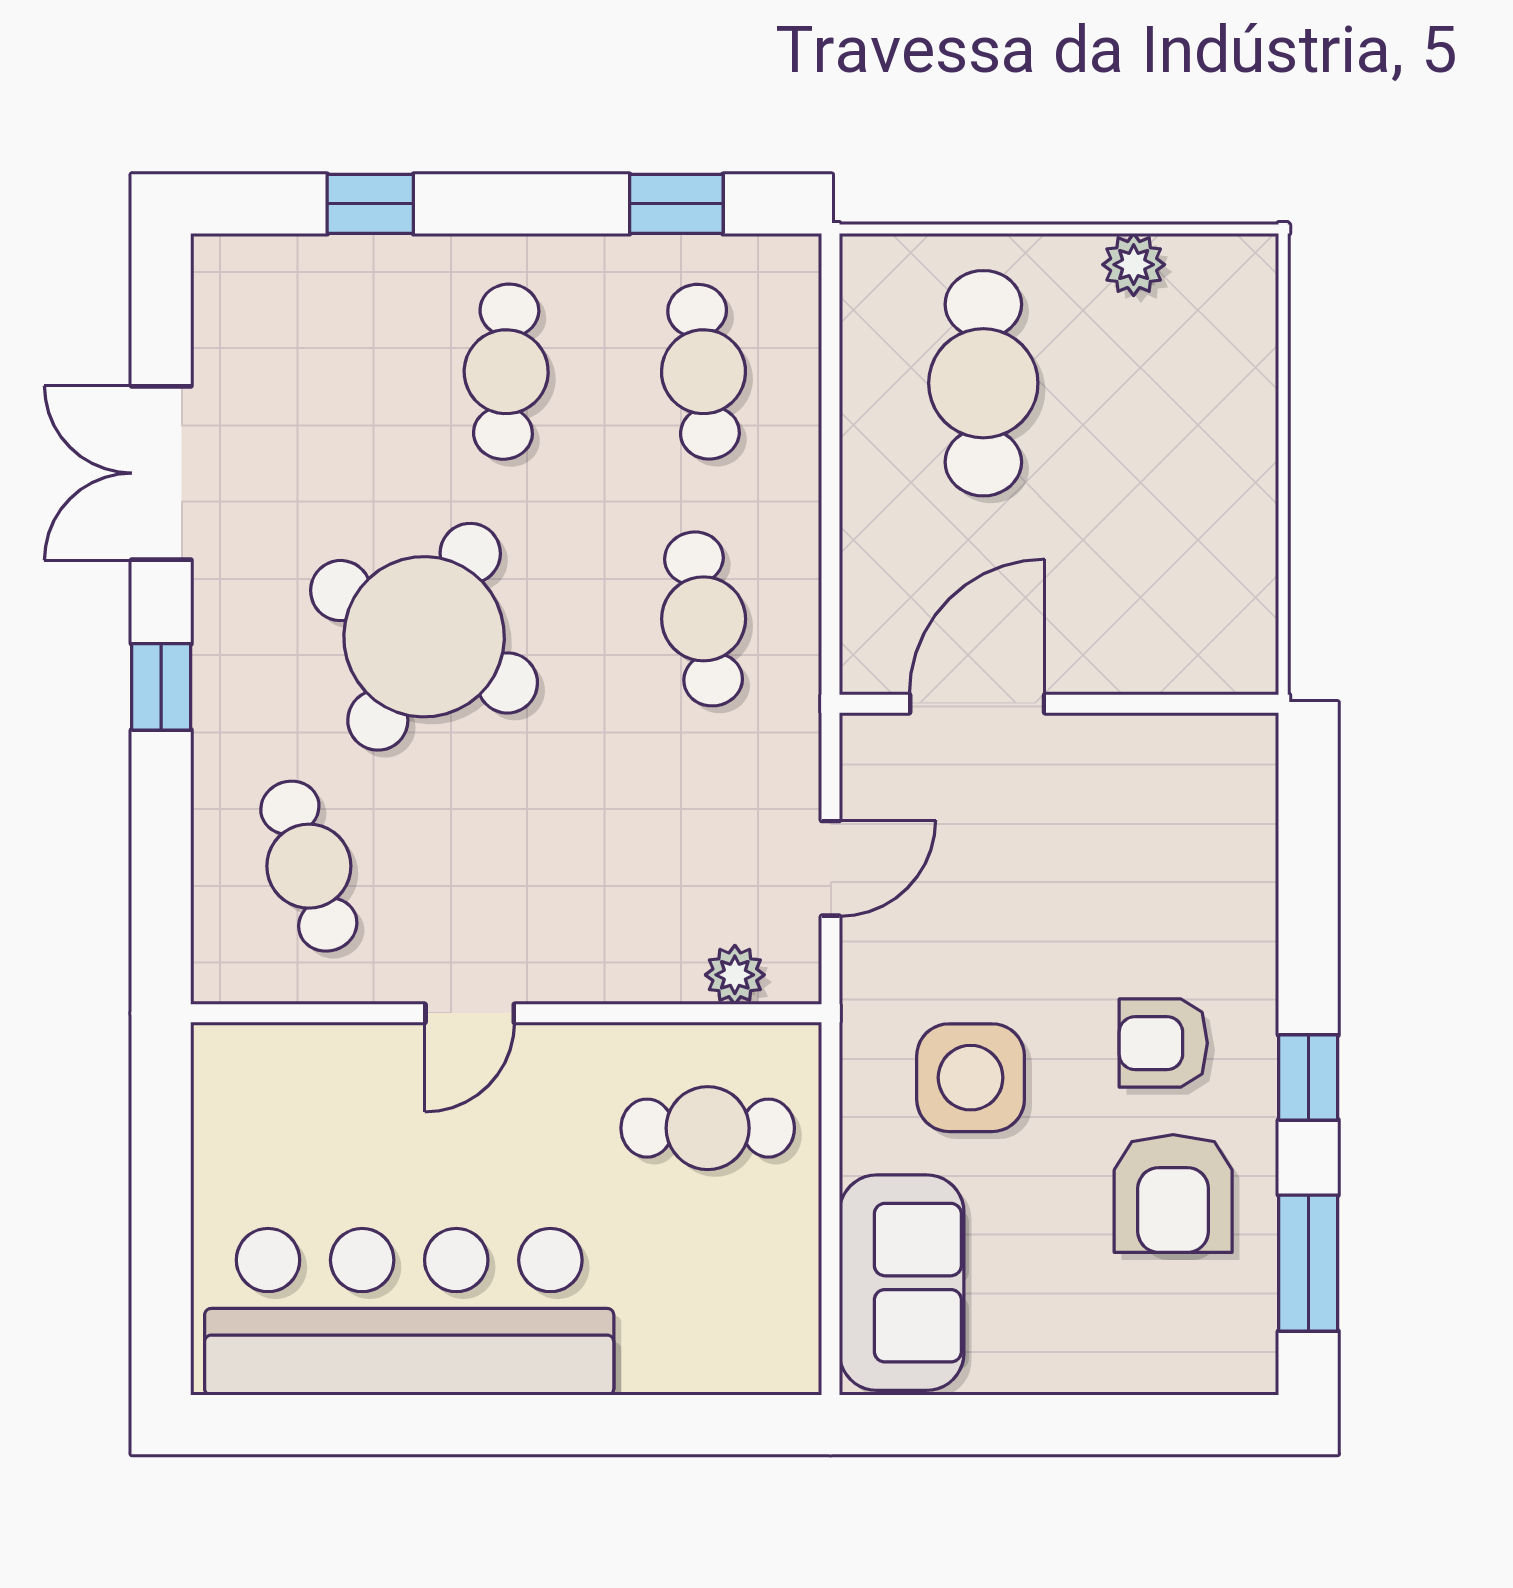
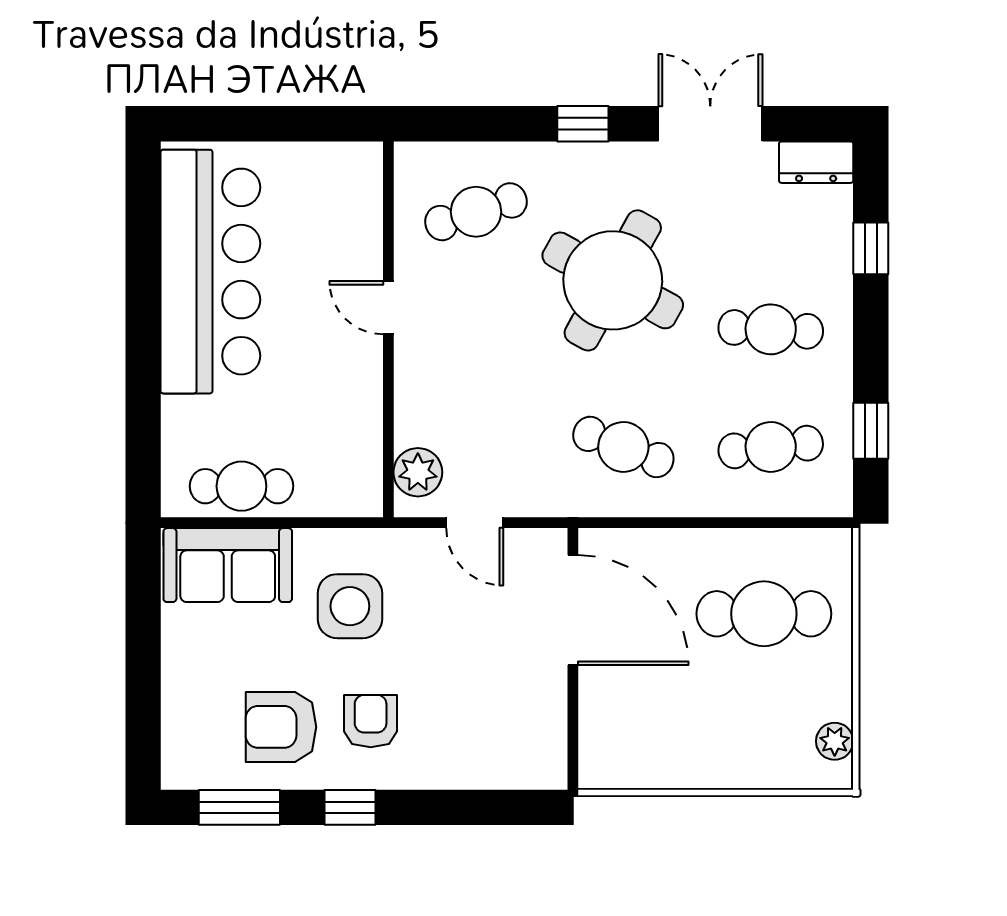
plant: (1134, 265) -> (835, 741), moved
dresser: (226, 296) -> (816, 162), added
cafe table: (704, 619) -> (623, 447), turned 30
door: (977, 704) -> (573, 610), width x1.36
plant: (735, 975) -> (418, 472), width x1.38, depth x1.38
cafe table: (708, 1128) -> (241, 486), moved, turned 90

